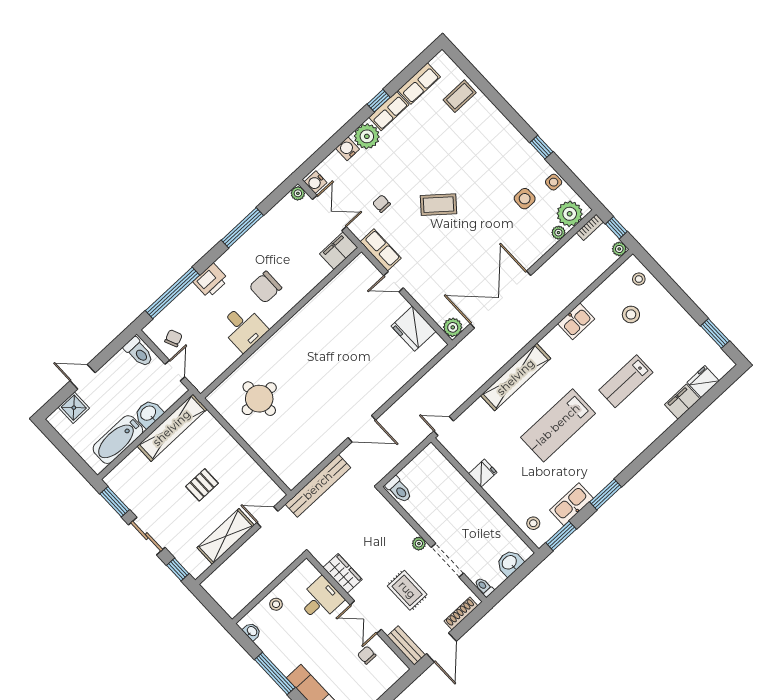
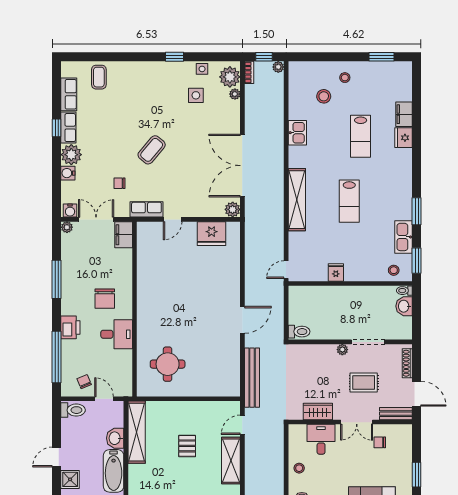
stool: (639, 279) -> (345, 78), moved
fridge: (703, 382) -> (404, 138), moved
lab bench: (558, 425) -> (349, 201), width x0.73, depth x0.72
toilet: (484, 587) -> (404, 291), moved

